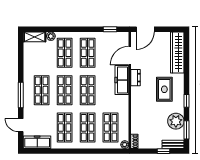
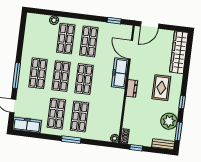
shelving: (35, 37) -> (38, 19), removed
door: (130, 56) -> (131, 50), hinge flipped
dresser: (135, 78) -> (132, 88), moved
shop shelf: (111, 128) -> (102, 119), removed
window: (82, 151) -> (71, 140), added
window: (163, 151) -> (136, 148), moved

